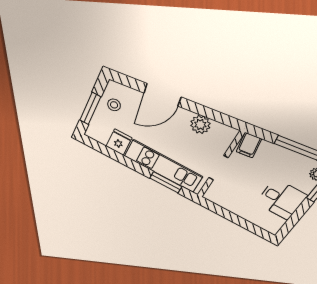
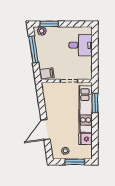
door: (163, 95) -> (45, 130), swing flipped
plant: (200, 125) -> (50, 103), removed
desk: (281, 199) -> (81, 45), moved, turned 90

